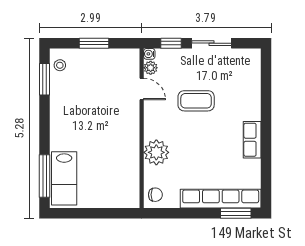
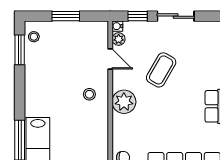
coffee table: (196, 101) -> (161, 70), turned -60
stool: (119, 127) -> (89, 94), added
plant: (156, 152) -> (124, 102), moved

